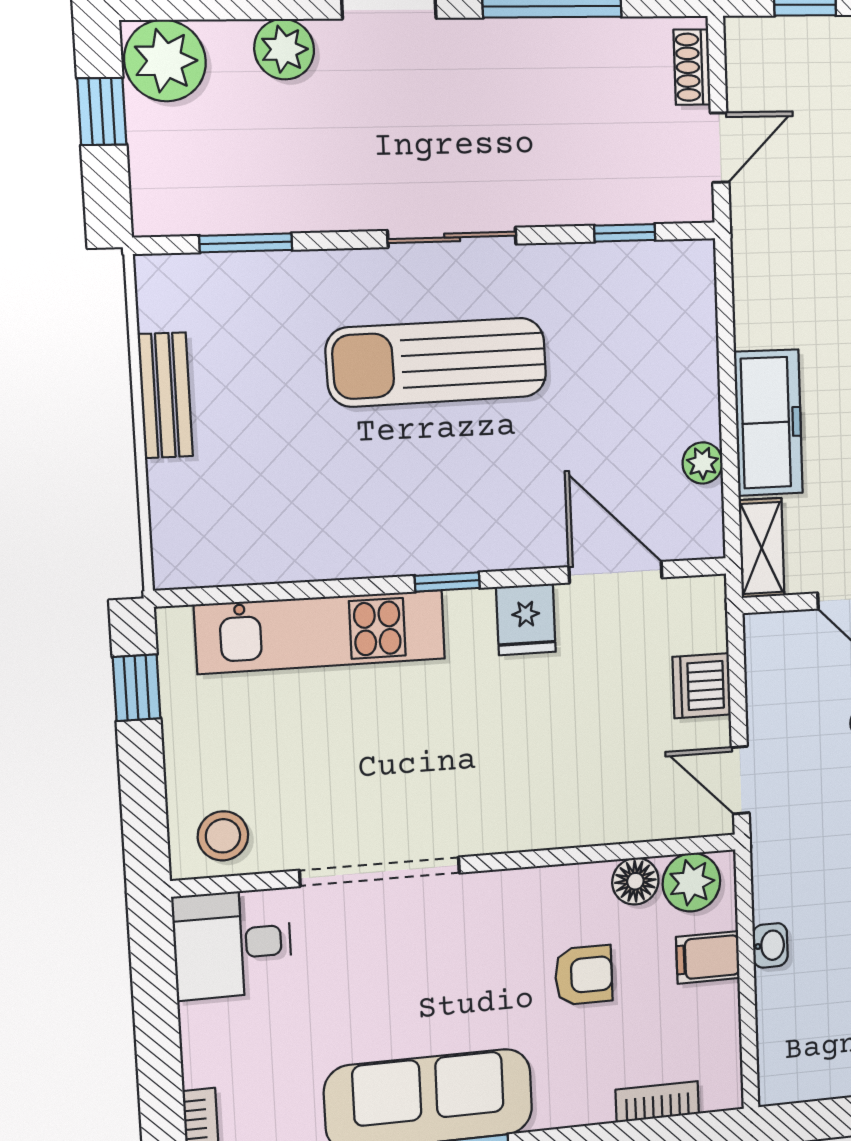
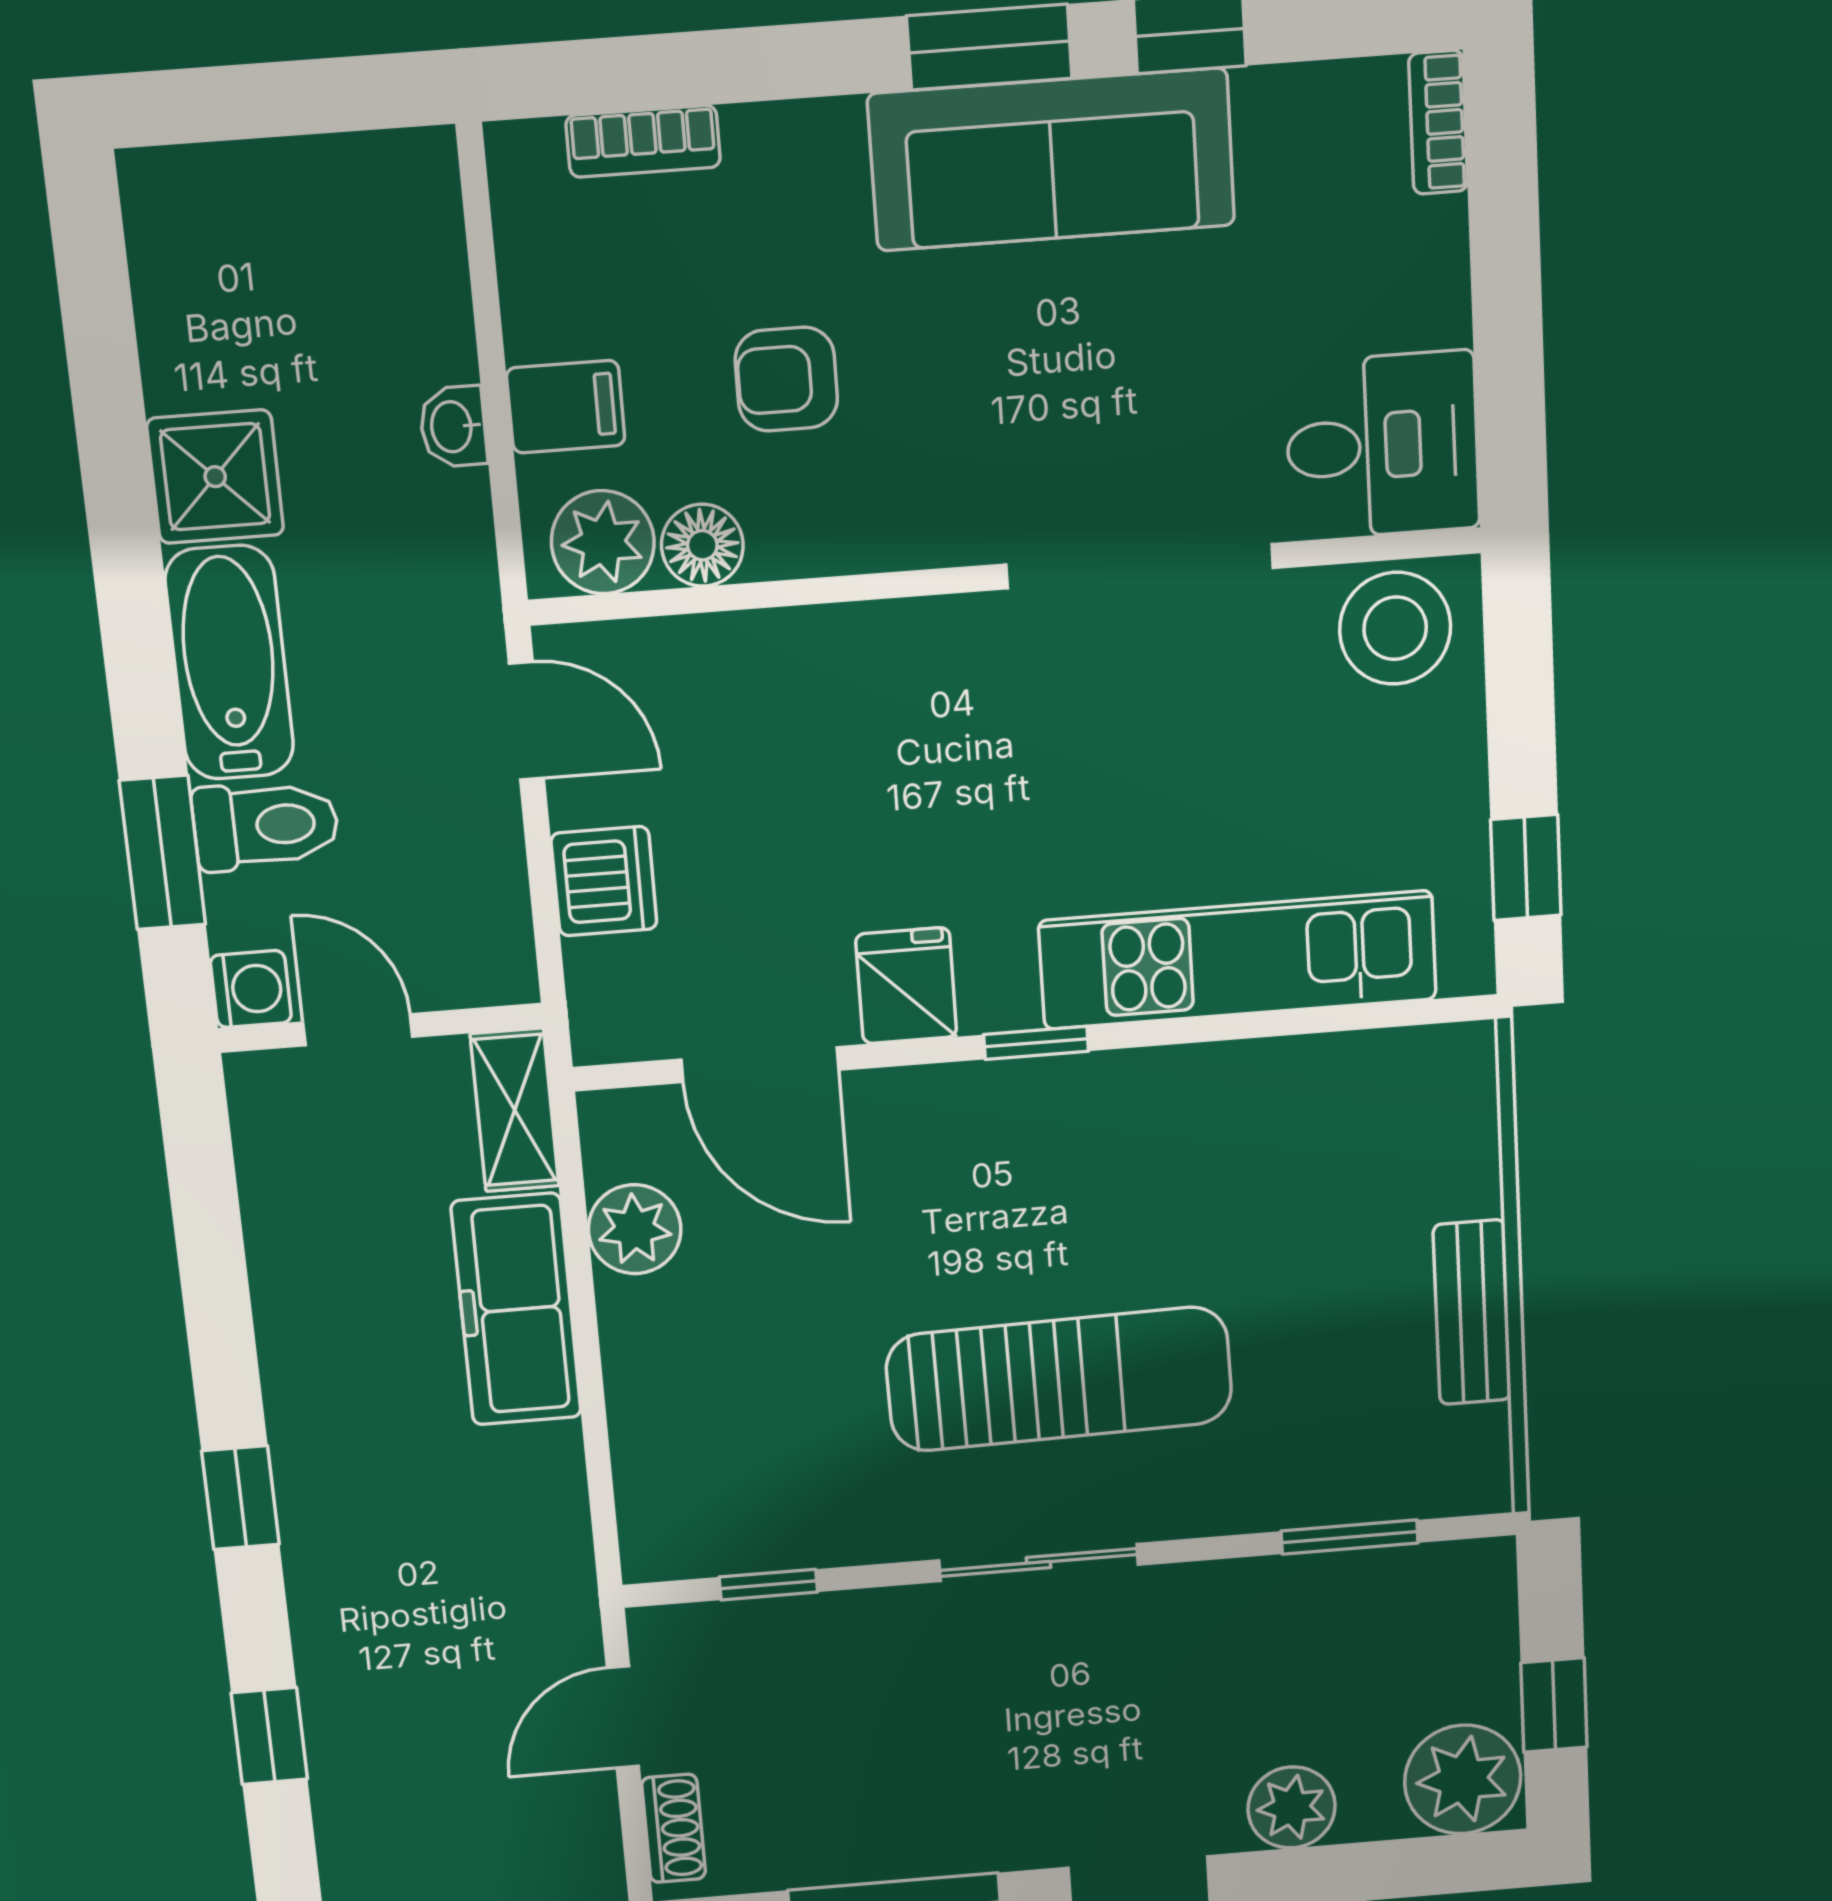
plant: (703, 463) -> (635, 1229), width x1.38, depth x1.38
stool: (223, 836) -> (1395, 628), width x1.38, depth x1.38

